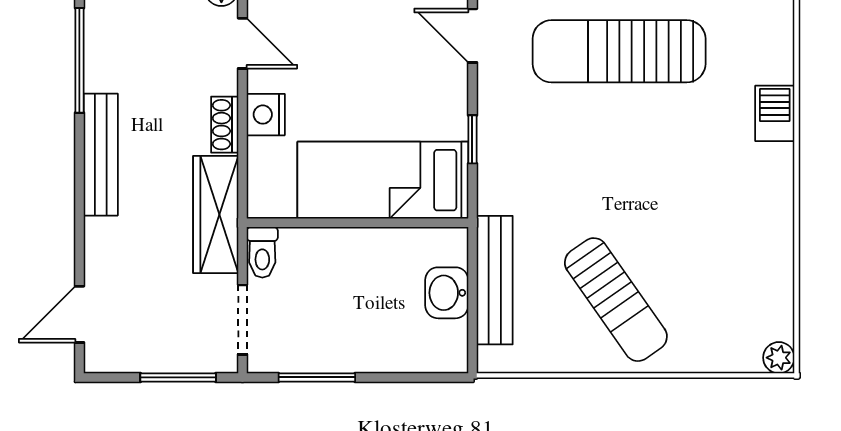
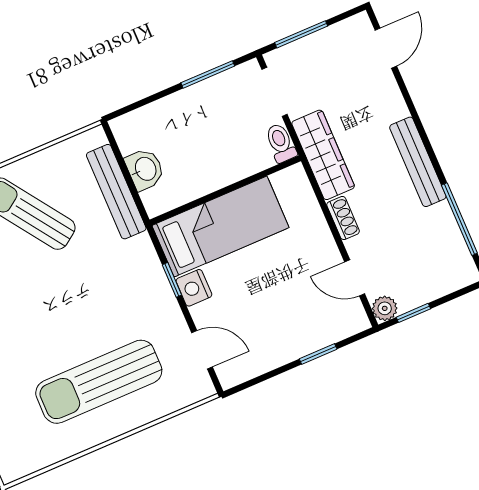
sun lounger: (619, 51) -> (99, 382), turned 180
nightstand: (266, 115) -> (194, 288), moved, turned 180

